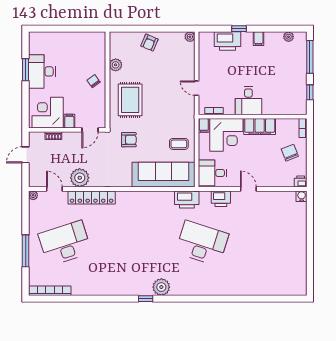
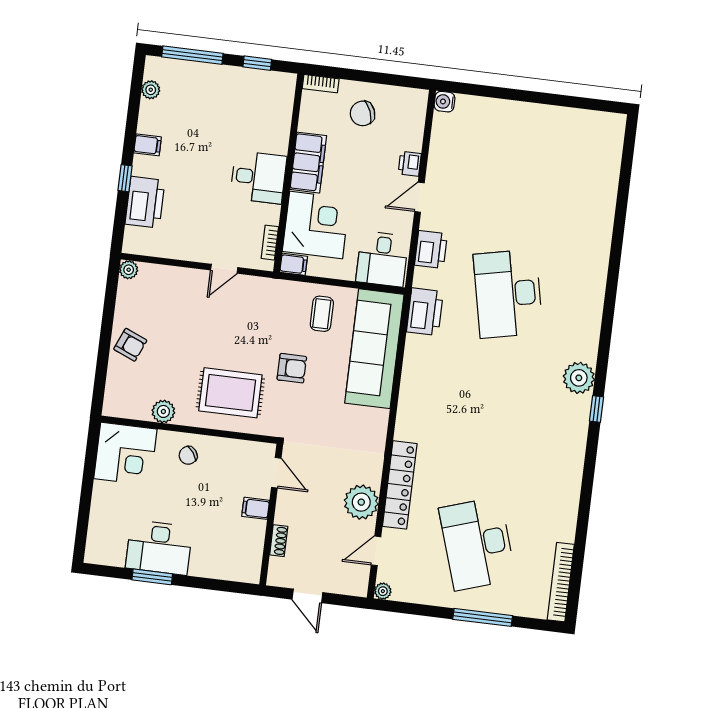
corner desk: (48, 113) -> (125, 454), moved, turned -90
armchair: (129, 140) -> (292, 368), moved, turned 90
printer: (301, 181) -> (410, 164), moved
desk: (202, 243) -> (508, 294), turned -30

